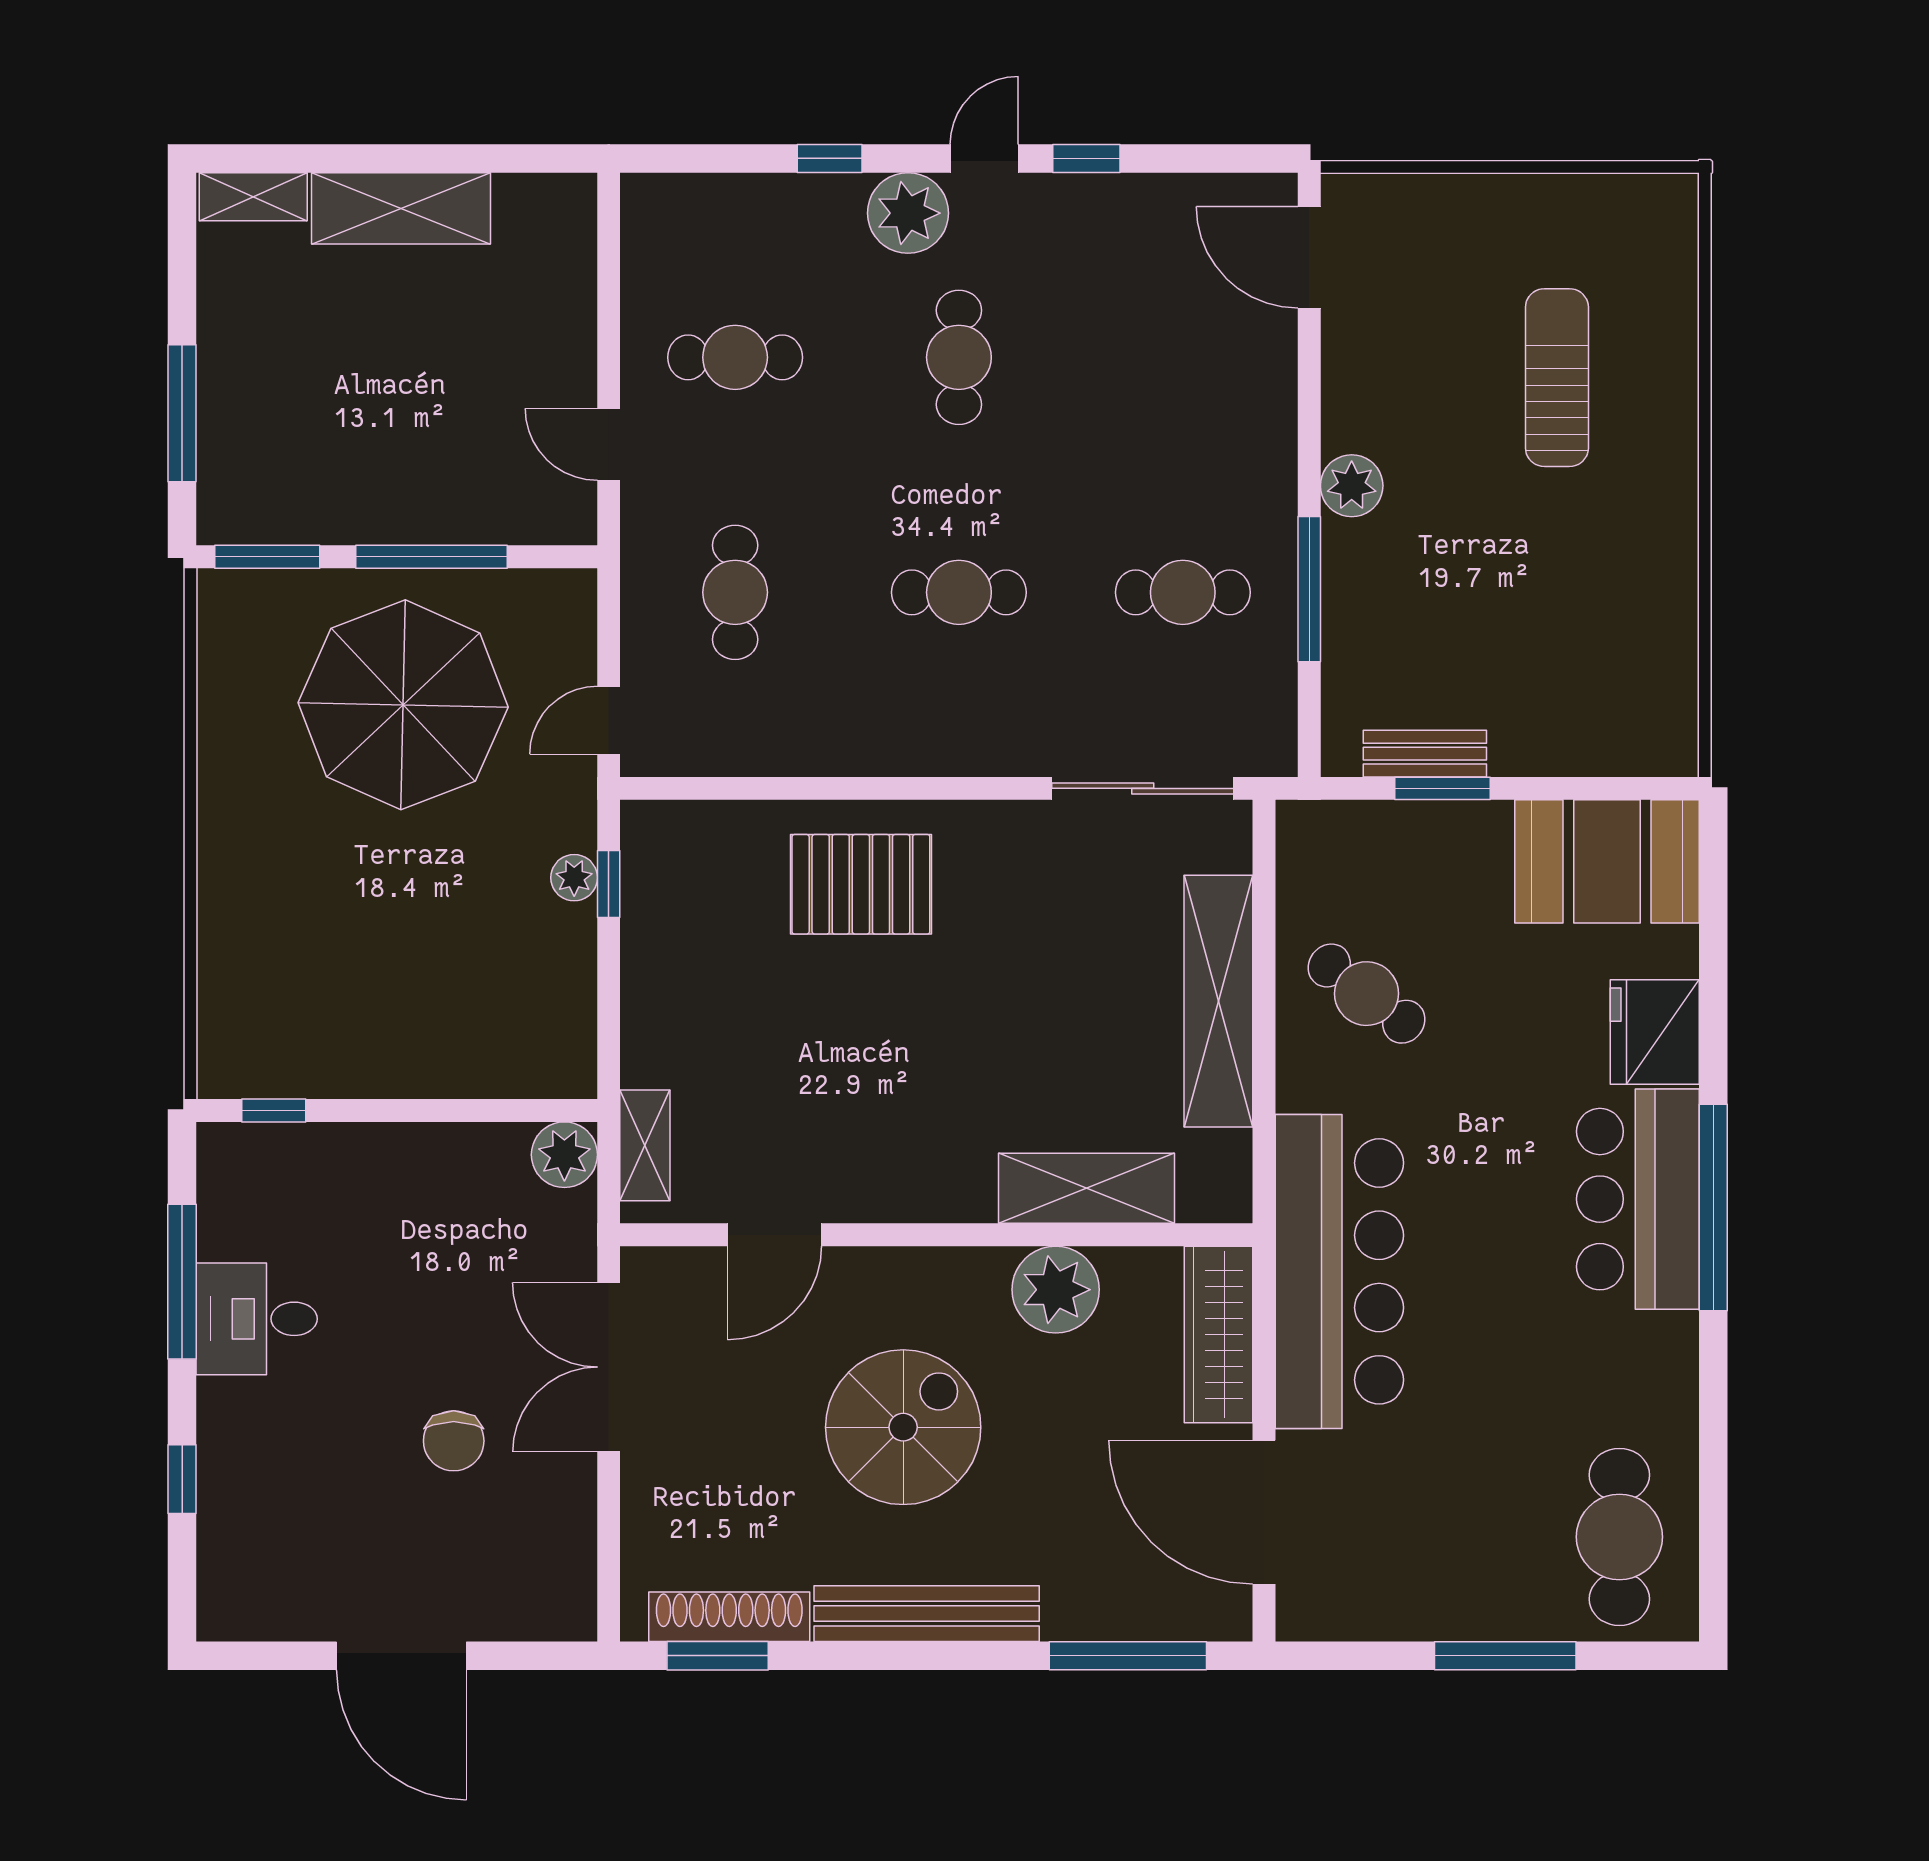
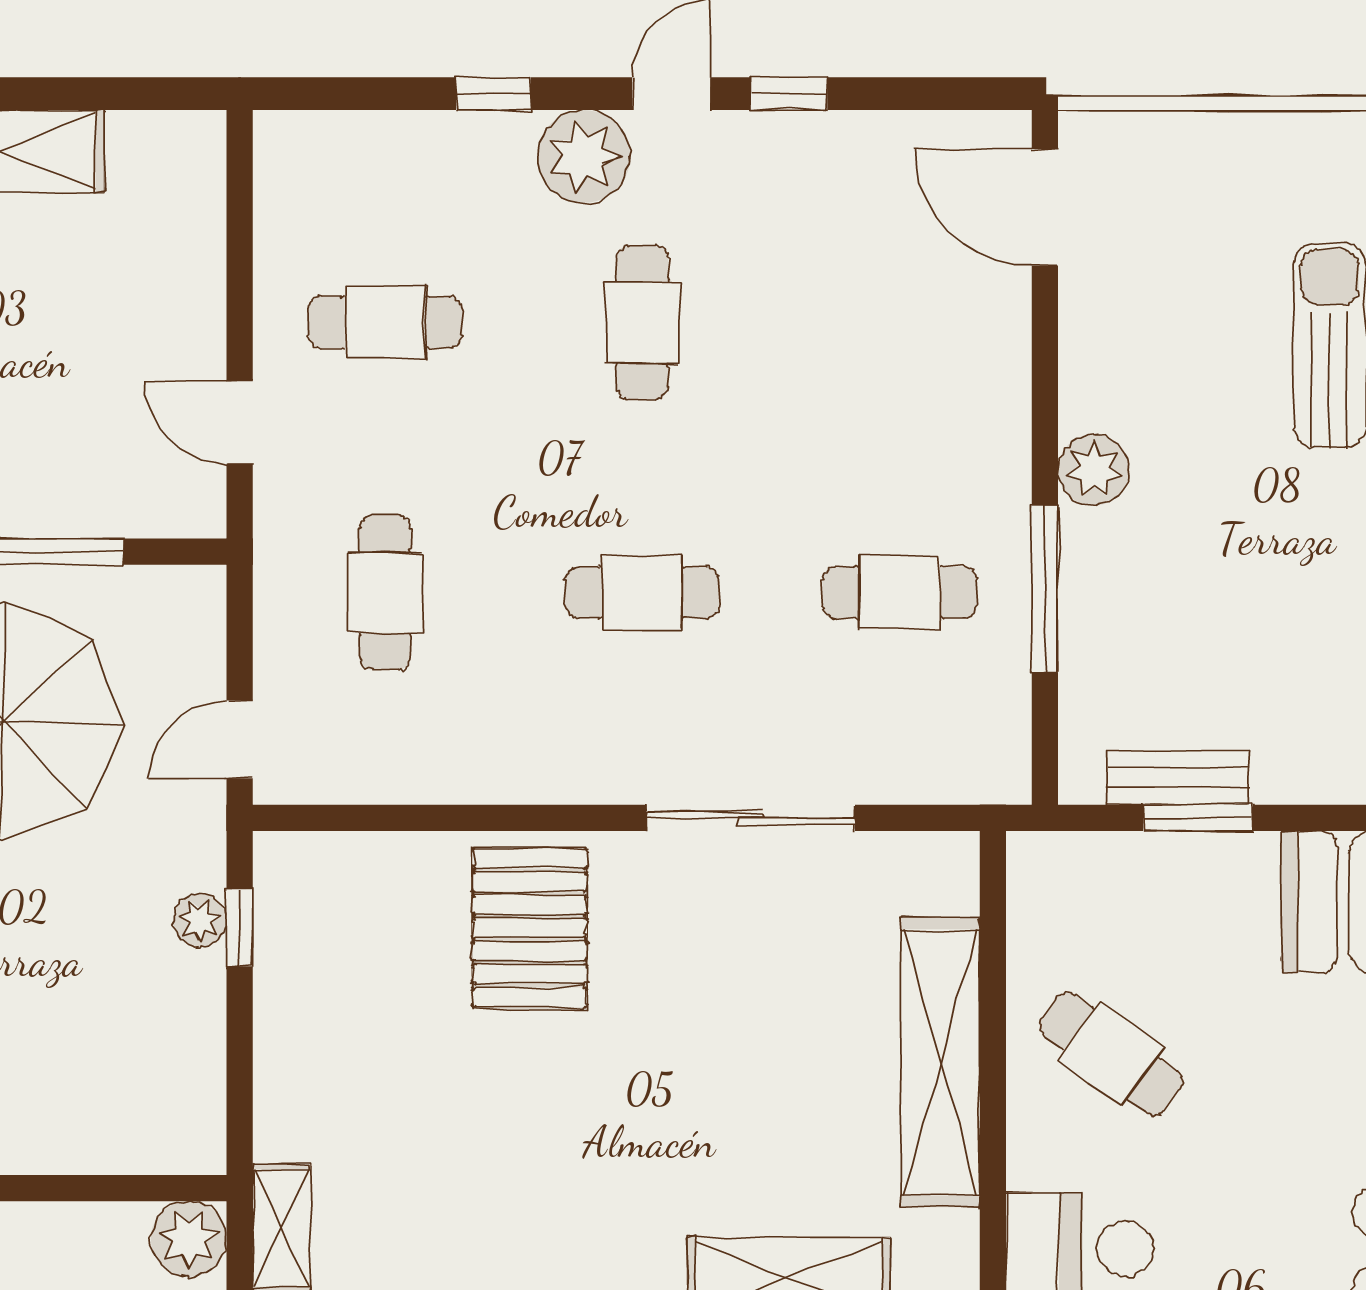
sliding door: (1143, 788) -> (751, 818), moved
pallet: (861, 884) -> (530, 928), turned 90

